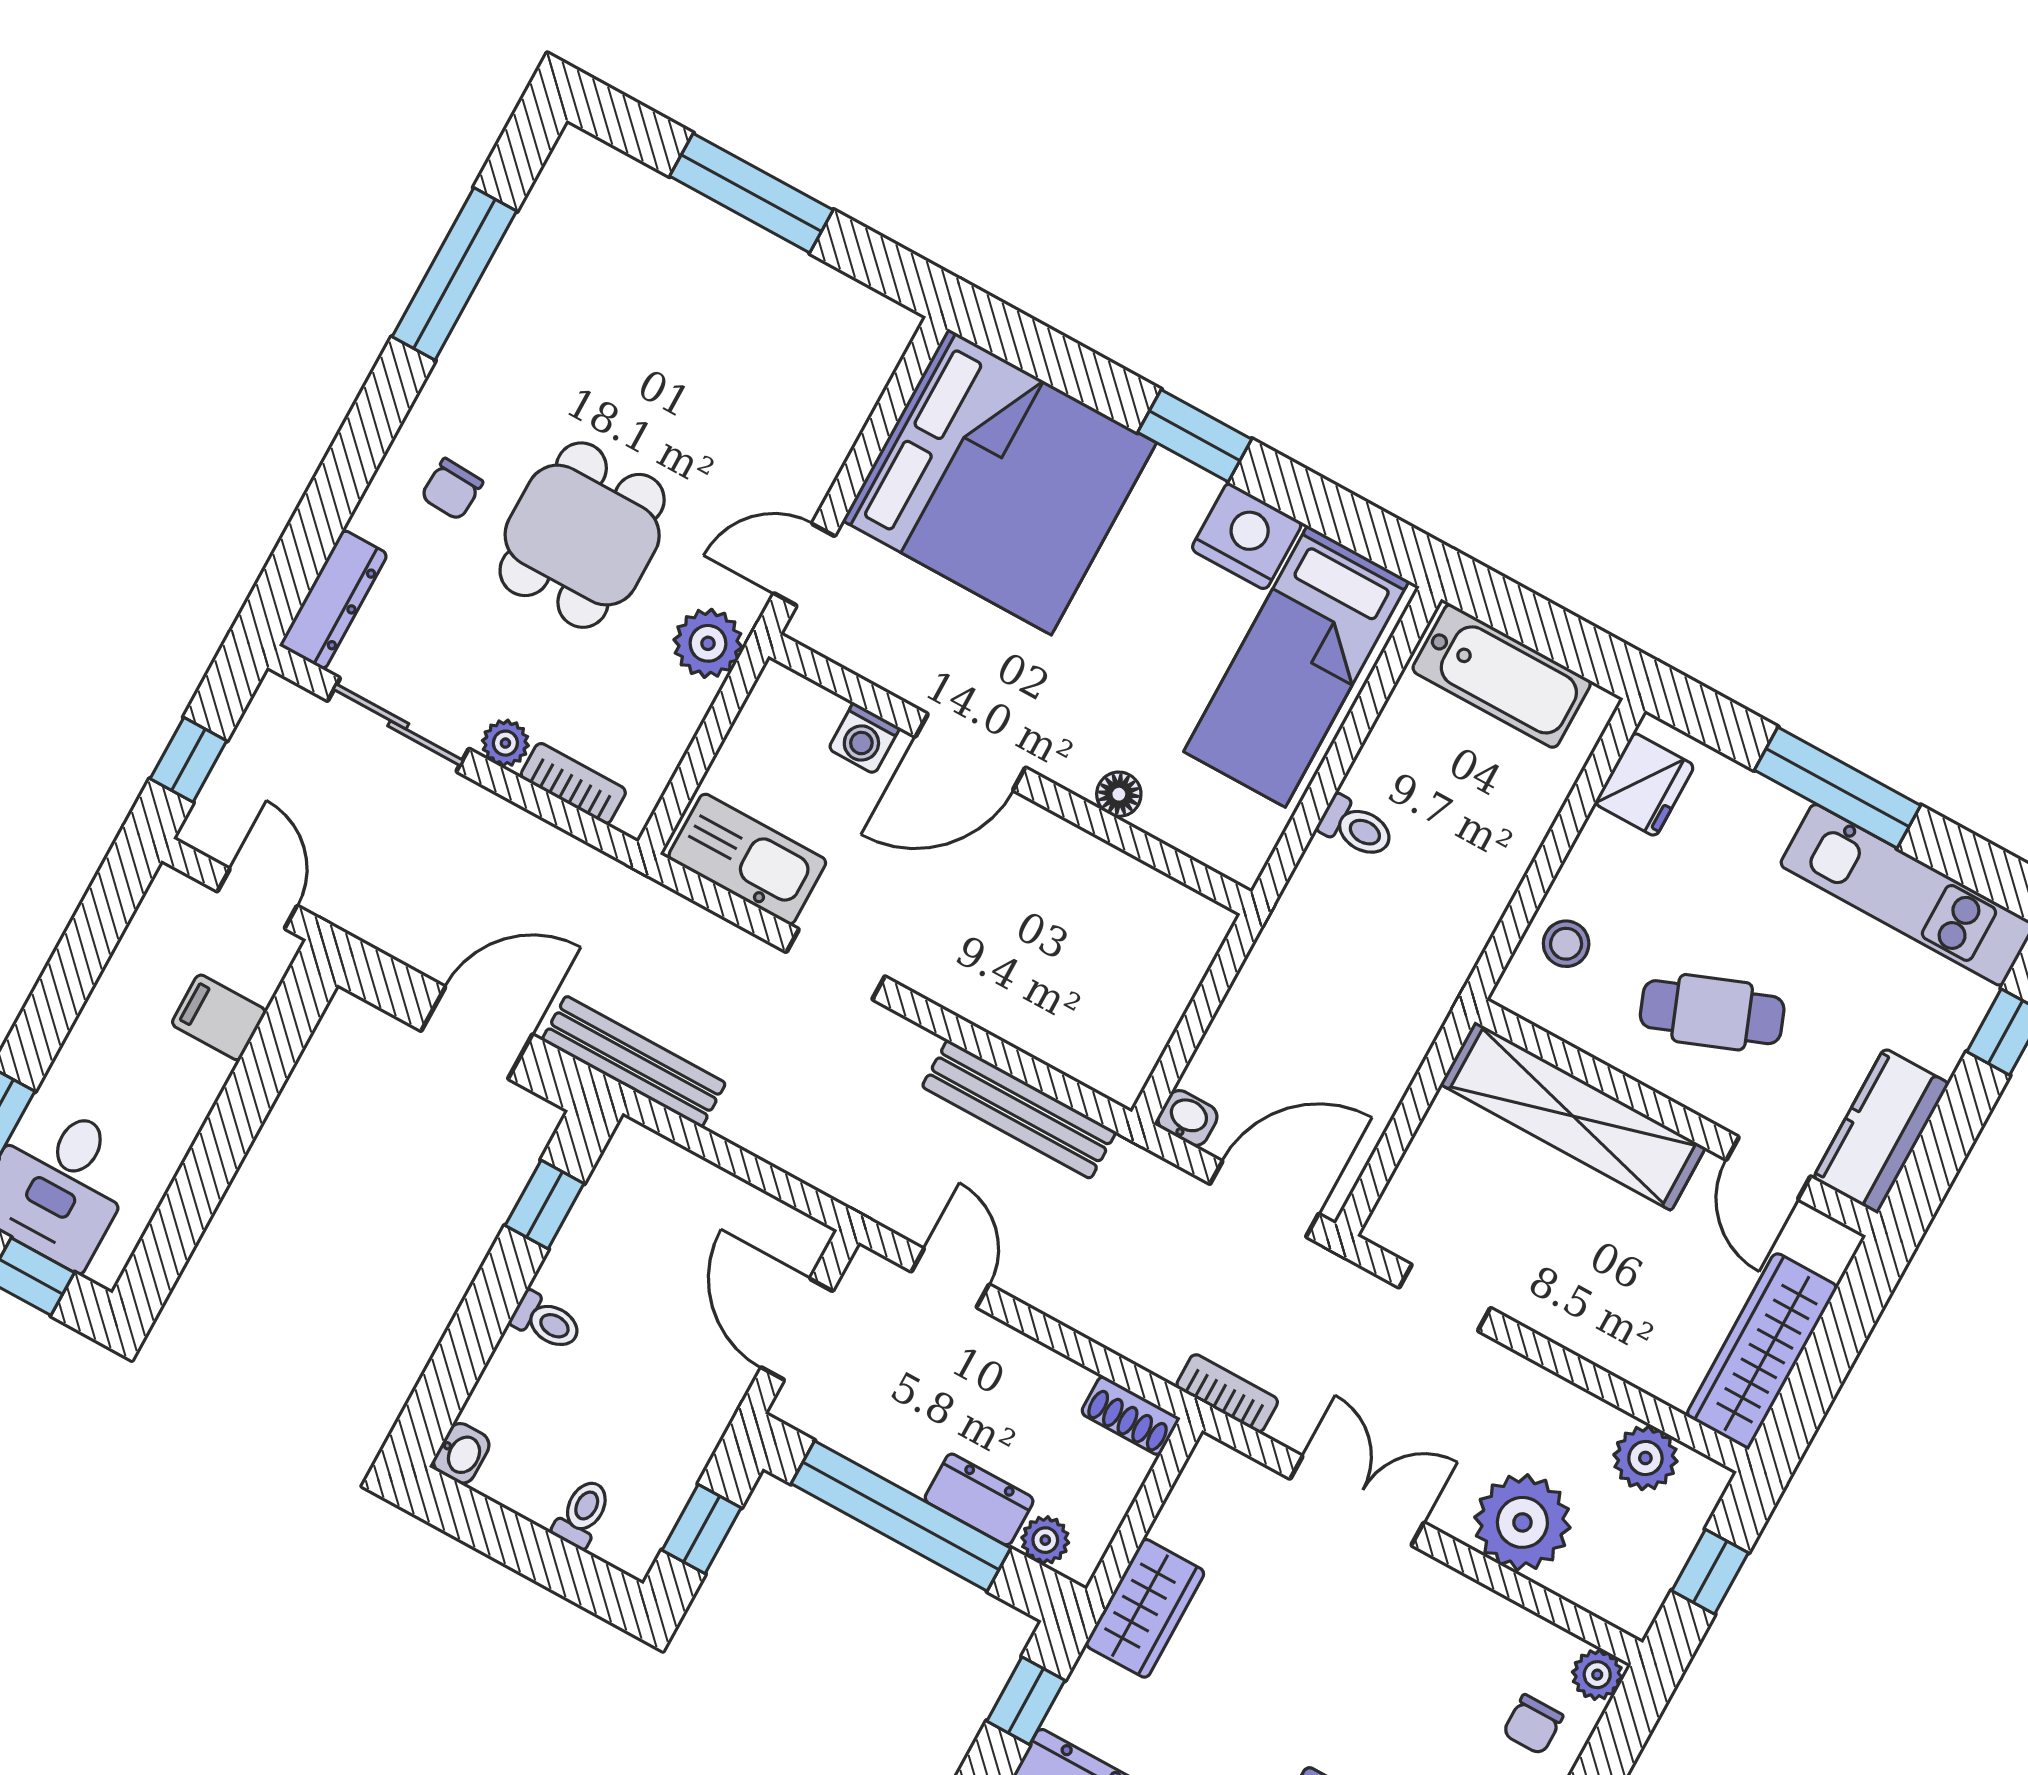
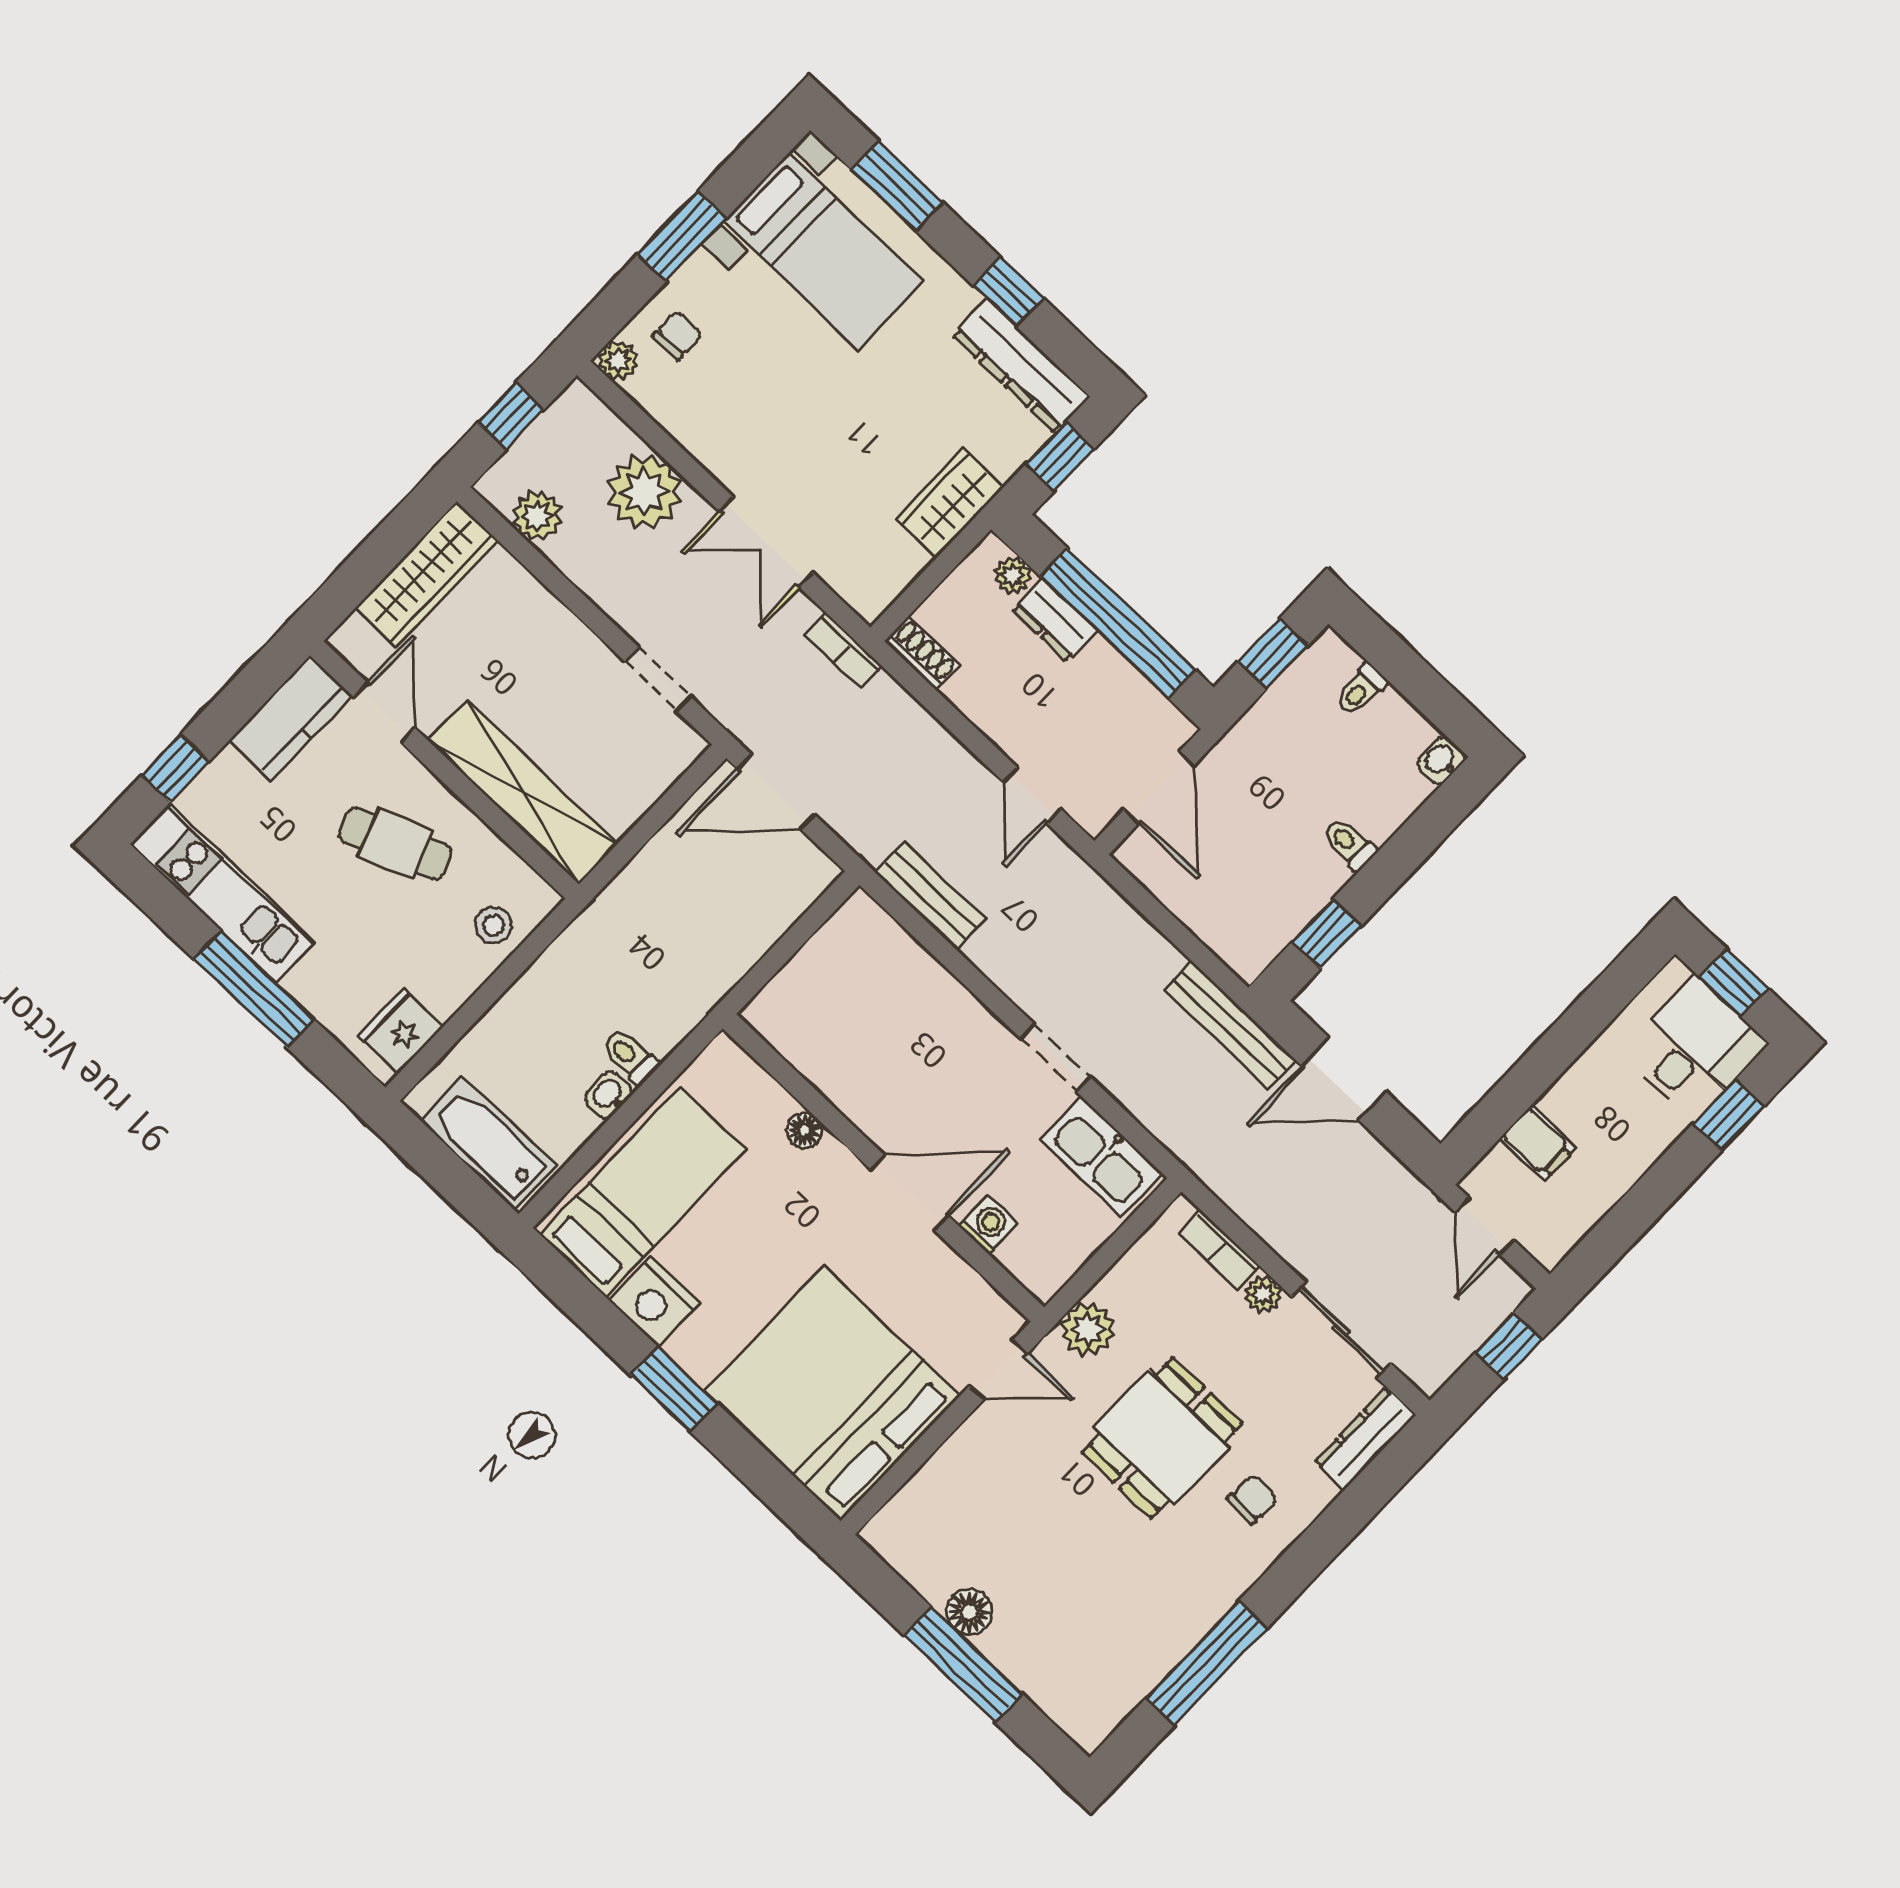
floor lamp: (761, 259) -> (969, 1612), added
bench: (1019, 1109) -> (930, 896), width x0.73
washbasin: (1187, 1118) -> (608, 1095), moved, turned 90

